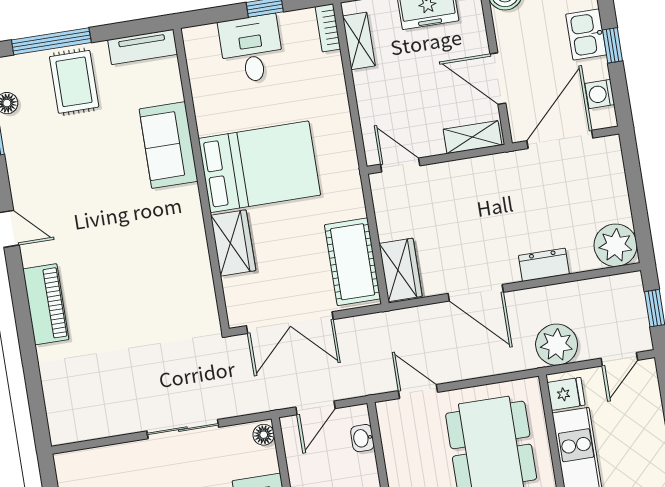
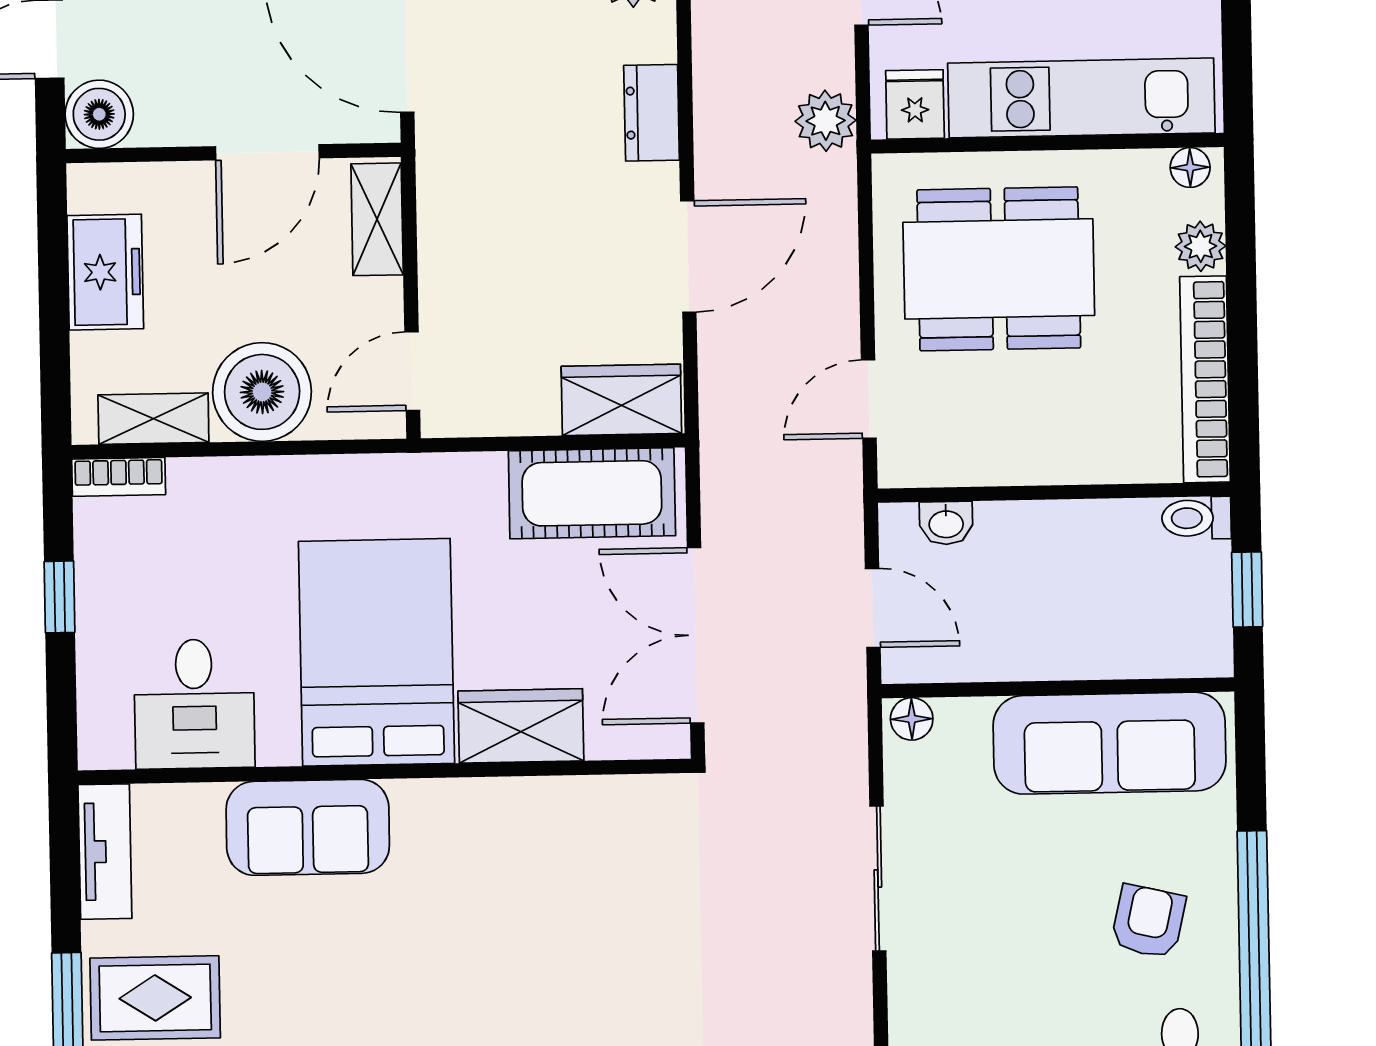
desk: (251, 49) -> (194, 704), moved, turned -90
boiler: (380, 93) -> (262, 392), added
double door: (290, 323) -> (696, 635), swing flipped
plant: (557, 345) -> (826, 121), width x0.73, depth x0.73

